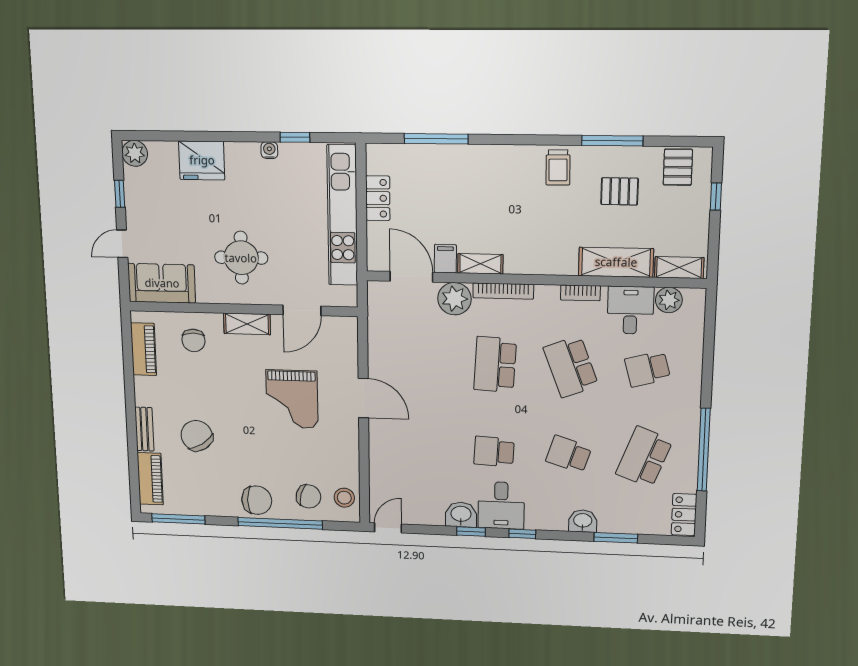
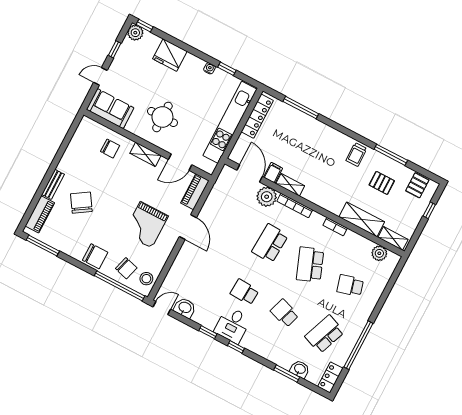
window: (142, 136) -> (145, 26), added
locker: (378, 198) -> (257, 116), width x1.53
desk: (630, 310) -> (357, 249), removed
chair: (193, 340) -> (110, 149), turned -90
piano: (144, 349) -> (195, 192), moved, turned 180
grand piano: (292, 399) -> (146, 225), moved
washbasin: (461, 515) -> (185, 308), moved
washbasin: (583, 521) -> (300, 369), moved
window: (280, 523) -> (119, 286), moved

